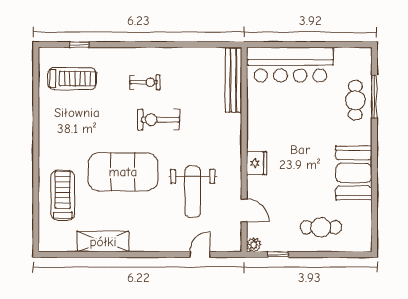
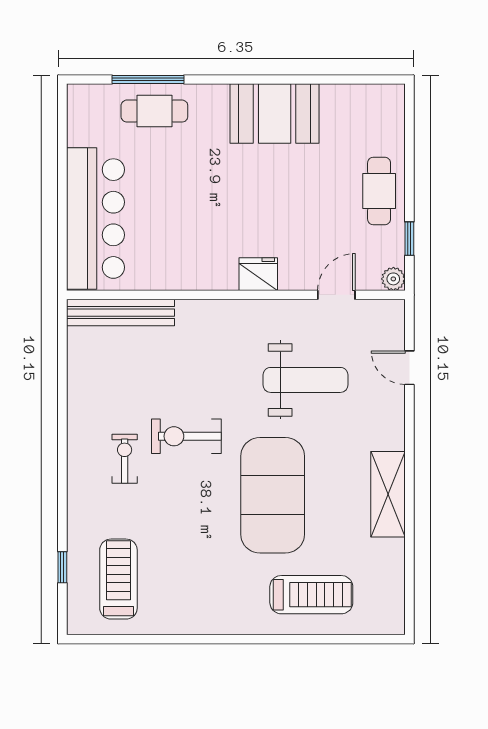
exercise bike: (159, 120) -> (186, 436), turned 90
treadmill: (63, 195) -> (311, 595), turned 180
cafe table: (321, 227) -> (379, 191), moved
shelving: (103, 242) -> (388, 494), moved

